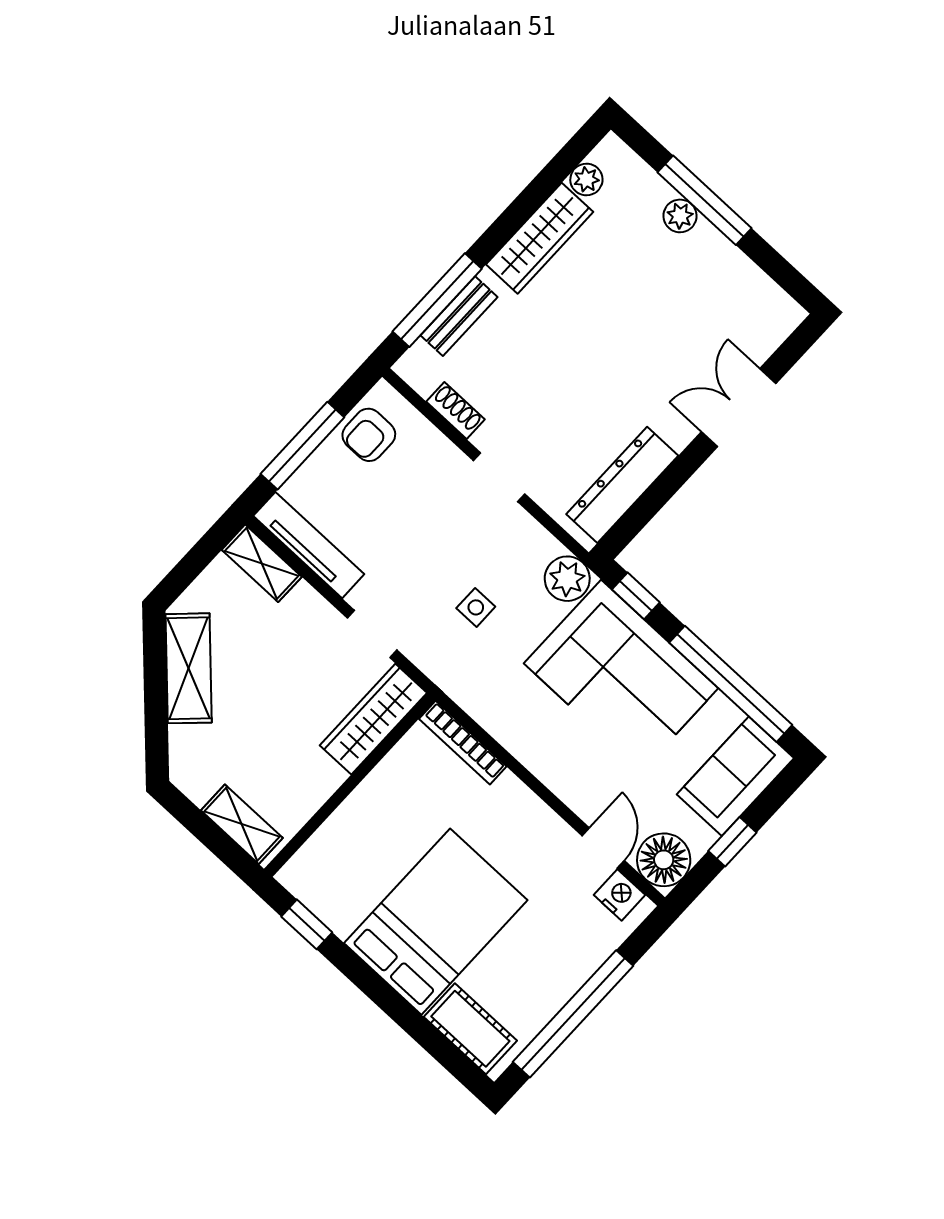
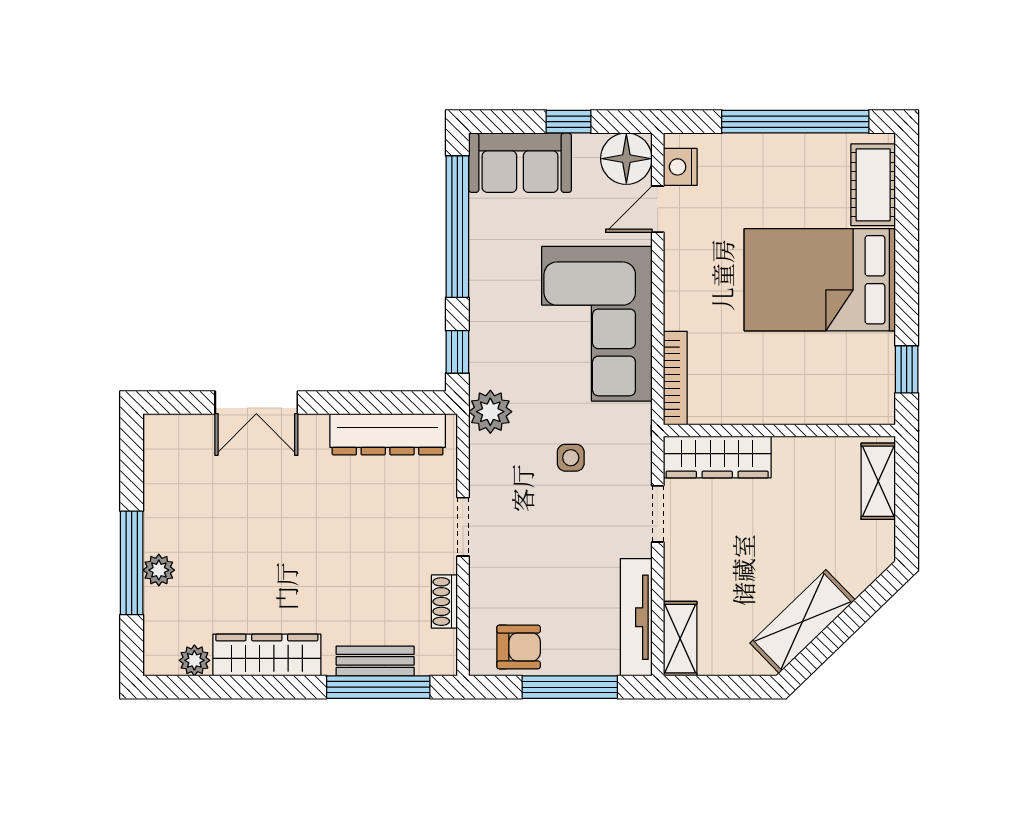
corner sofa: (621, 676) -> (597, 324), moved, turned 180

